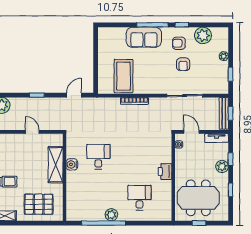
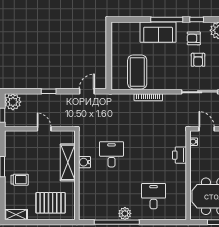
printer: (165, 172) -> (180, 155), moved

